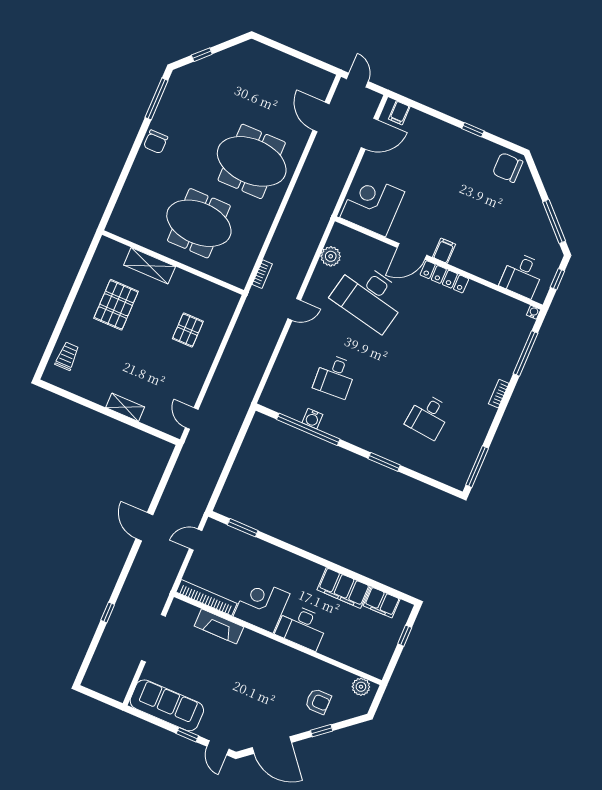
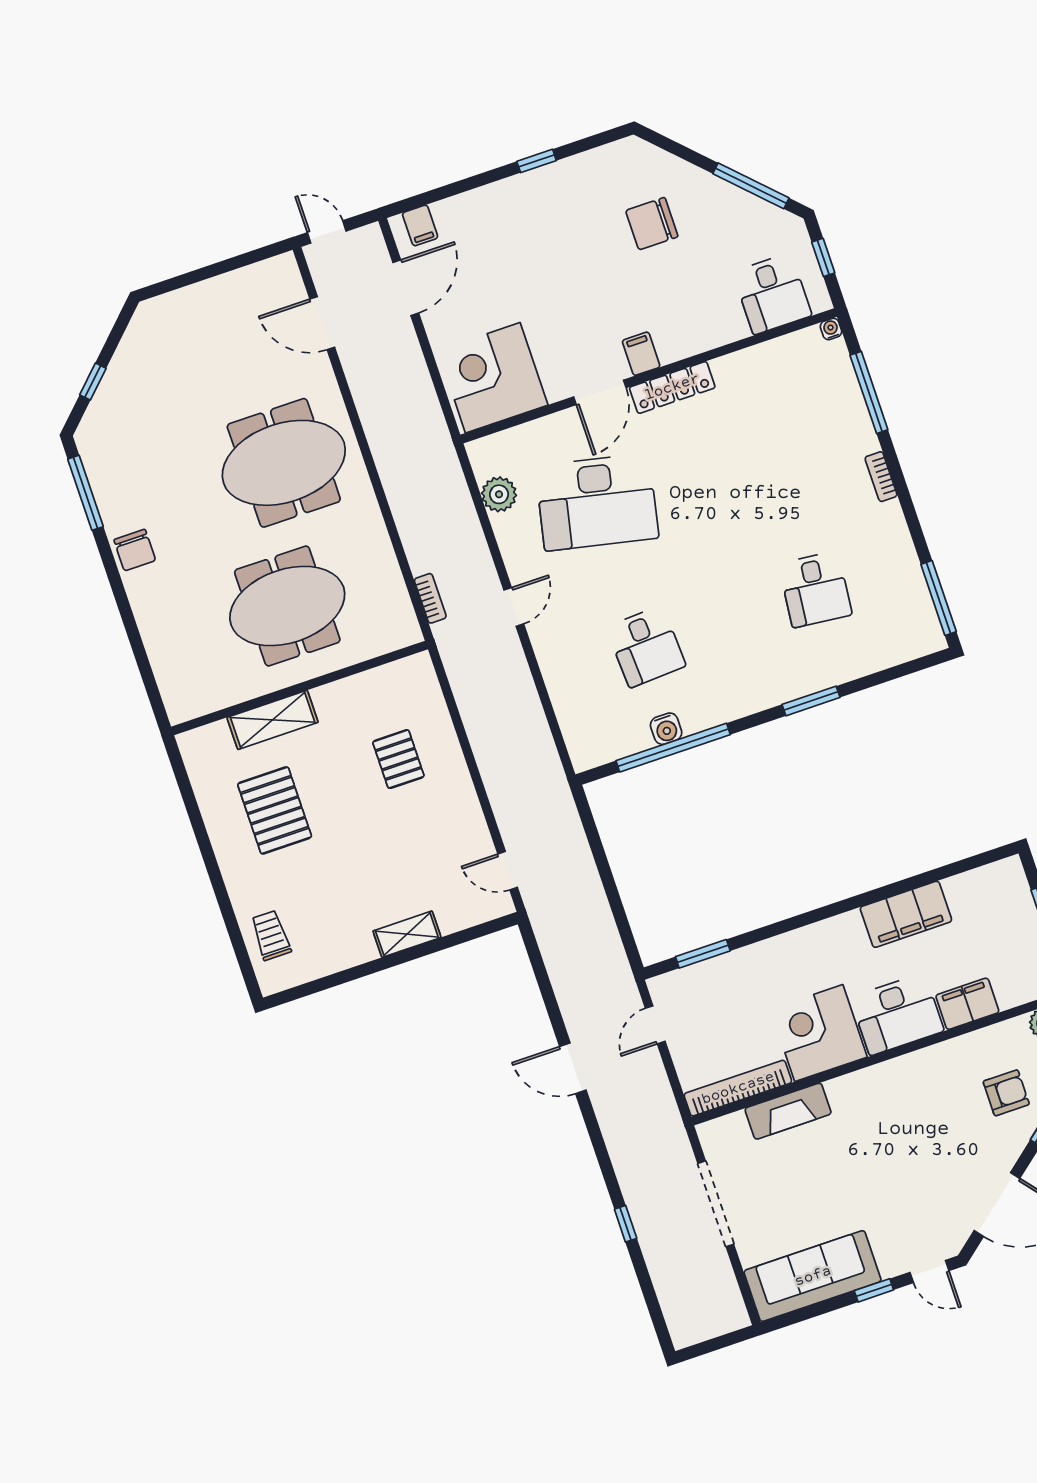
chair: (508, 168) -> (652, 224), moved
filing cabinet: (382, 602) -> (967, 1004), moved, turned 180

